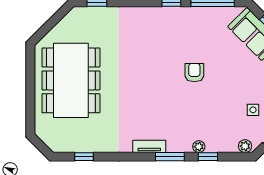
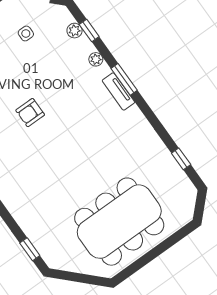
tv unit: (149, 146) -> (118, 91), moved
plant: (245, 146) -> (74, 31), moved
window: (208, 157) -> (89, 31), moved

